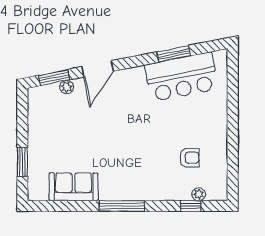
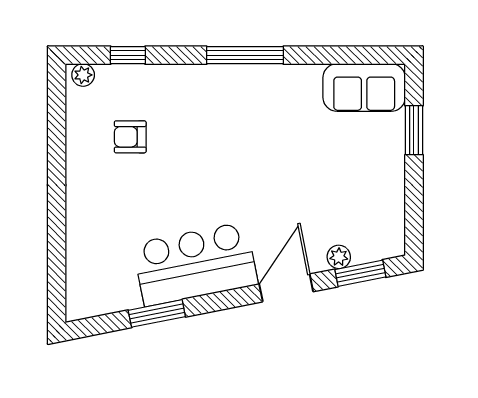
bar counter: (181, 77) -> (195, 264), moved
sofa: (73, 187) -> (364, 88), moved
plant: (199, 194) -> (83, 75), moved

